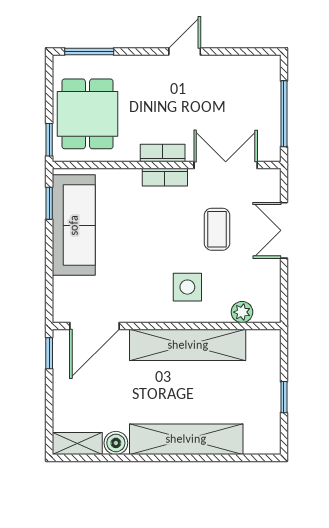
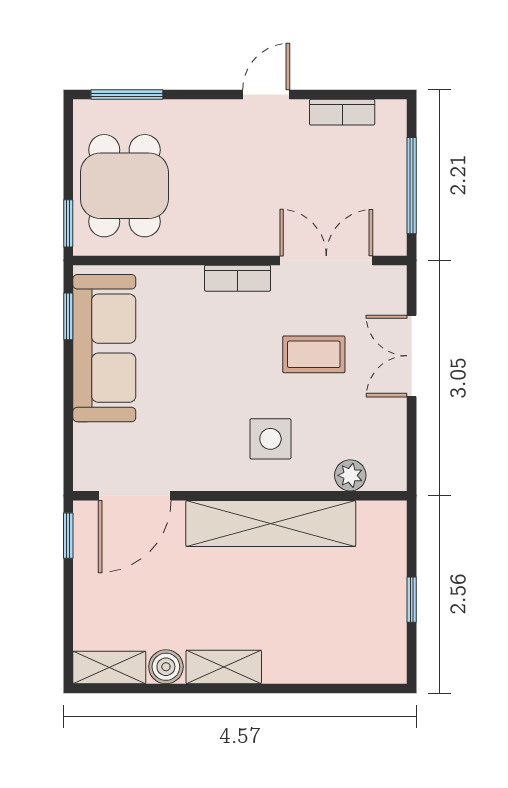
bookcase: (163, 153) -> (342, 112), moved, turned 180
coffee table: (217, 229) -> (314, 354), turned 90
shelving: (186, 439) -> (224, 667), width x0.45, depth x0.75

